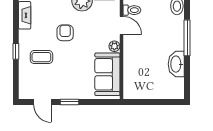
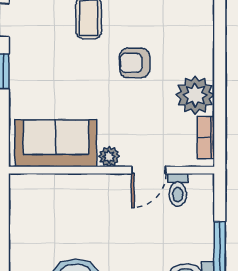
armchair: (65, 33) -> (135, 63), turned 180

